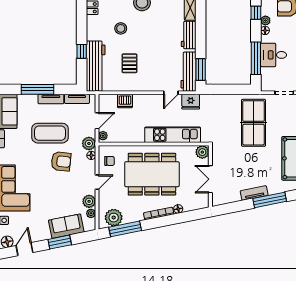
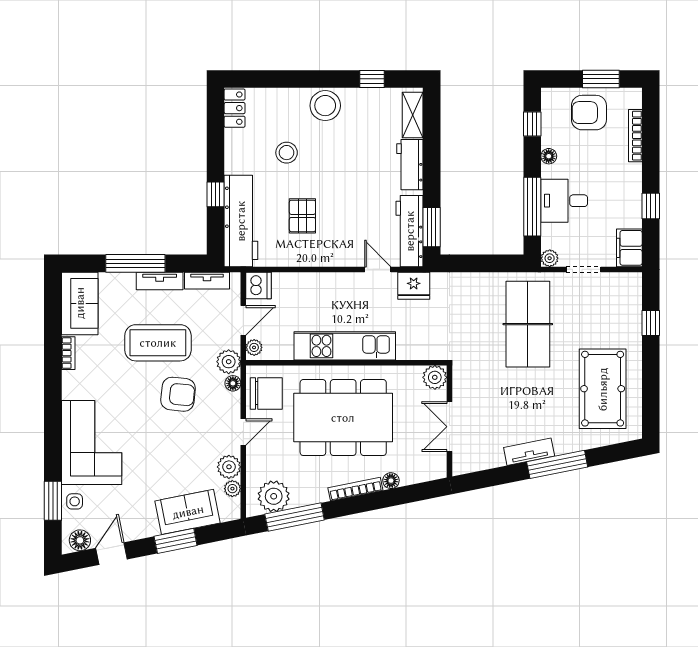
plant: (265, 20) -> (550, 258), moved
door: (171, 93) -> (378, 269), swing flipped
dishwasher: (125, 101) -> (258, 285), moved, turned -90
kitchen unit: (173, 135) -> (345, 346), moved
chair: (110, 161) -> (266, 393), width x1.87, depth x1.87

